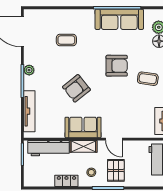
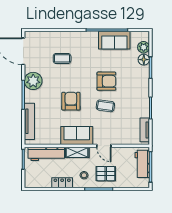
sofa: (119, 19) -> (114, 40), width x0.73
plant: (29, 70) -> (33, 81), width x1.87, depth x1.87
coffee table: (148, 79) -> (105, 106), moved
armchair: (76, 88) -> (71, 101), turned 129
pallet: (116, 170) -> (106, 174), turned 90

